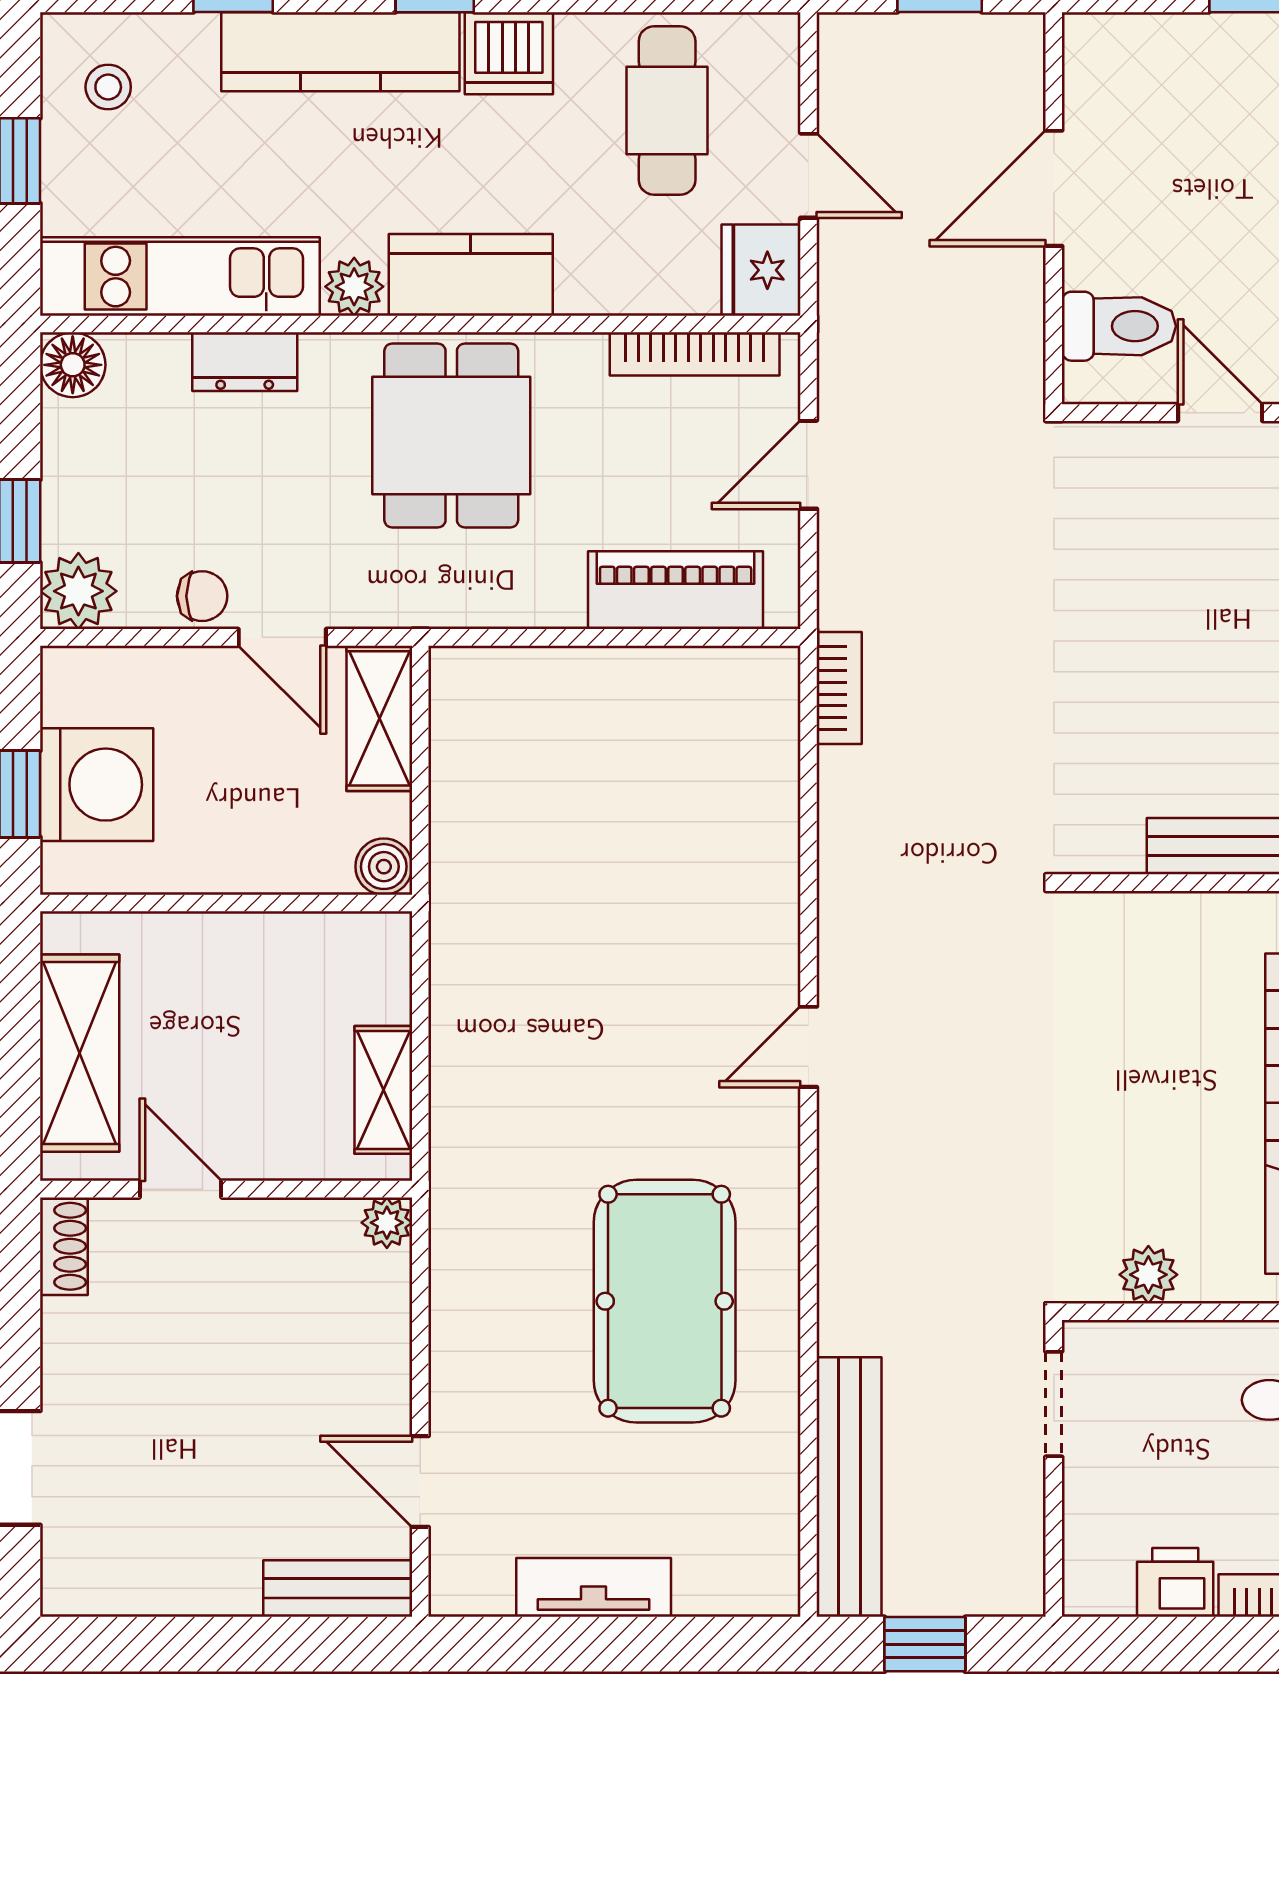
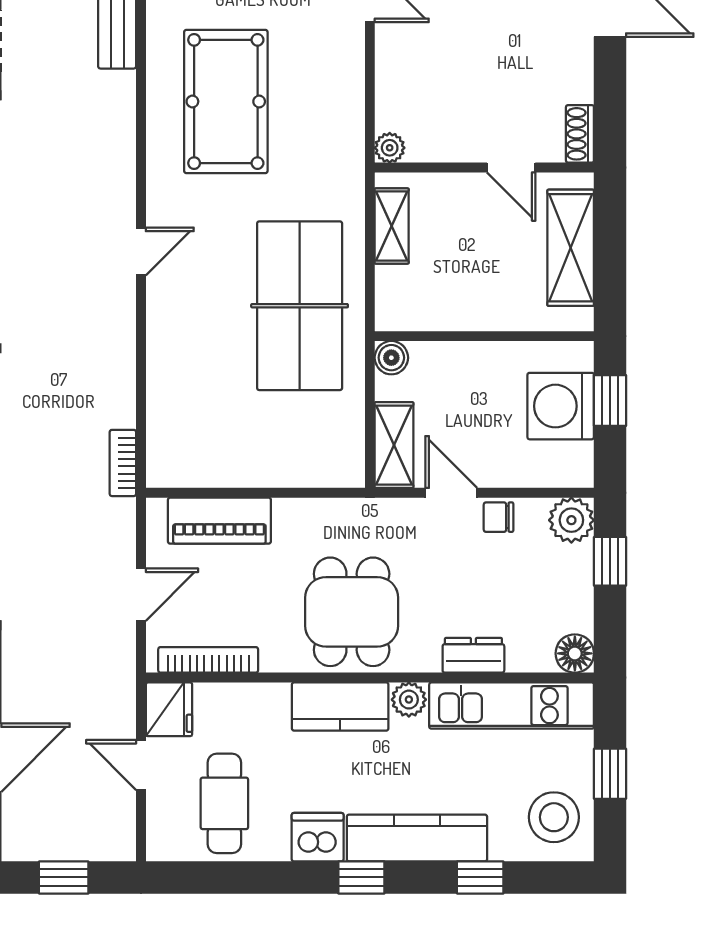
stool: (108, 87) -> (554, 817), width x1.89, depth x1.89
table tennis table: (540, 955) -> (300, 306), added

